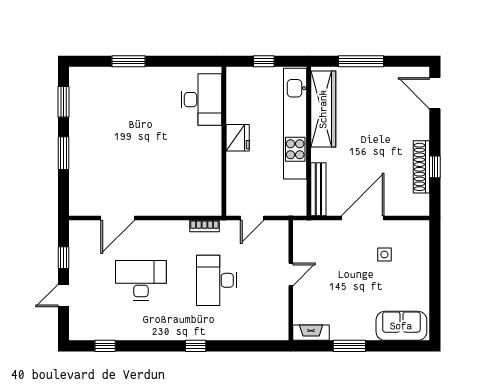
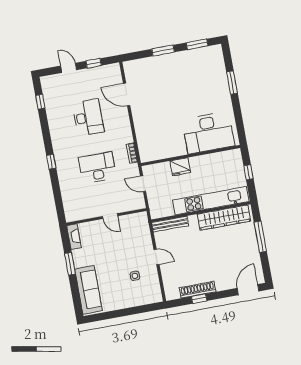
desk: (201, 100) -> (208, 133), width x1.36, depth x1.30
fridge: (238, 138) -> (180, 167), moved
door: (363, 218) -> (156, 257), width x0.53
sofa: (401, 326) -> (89, 290), width x1.36

